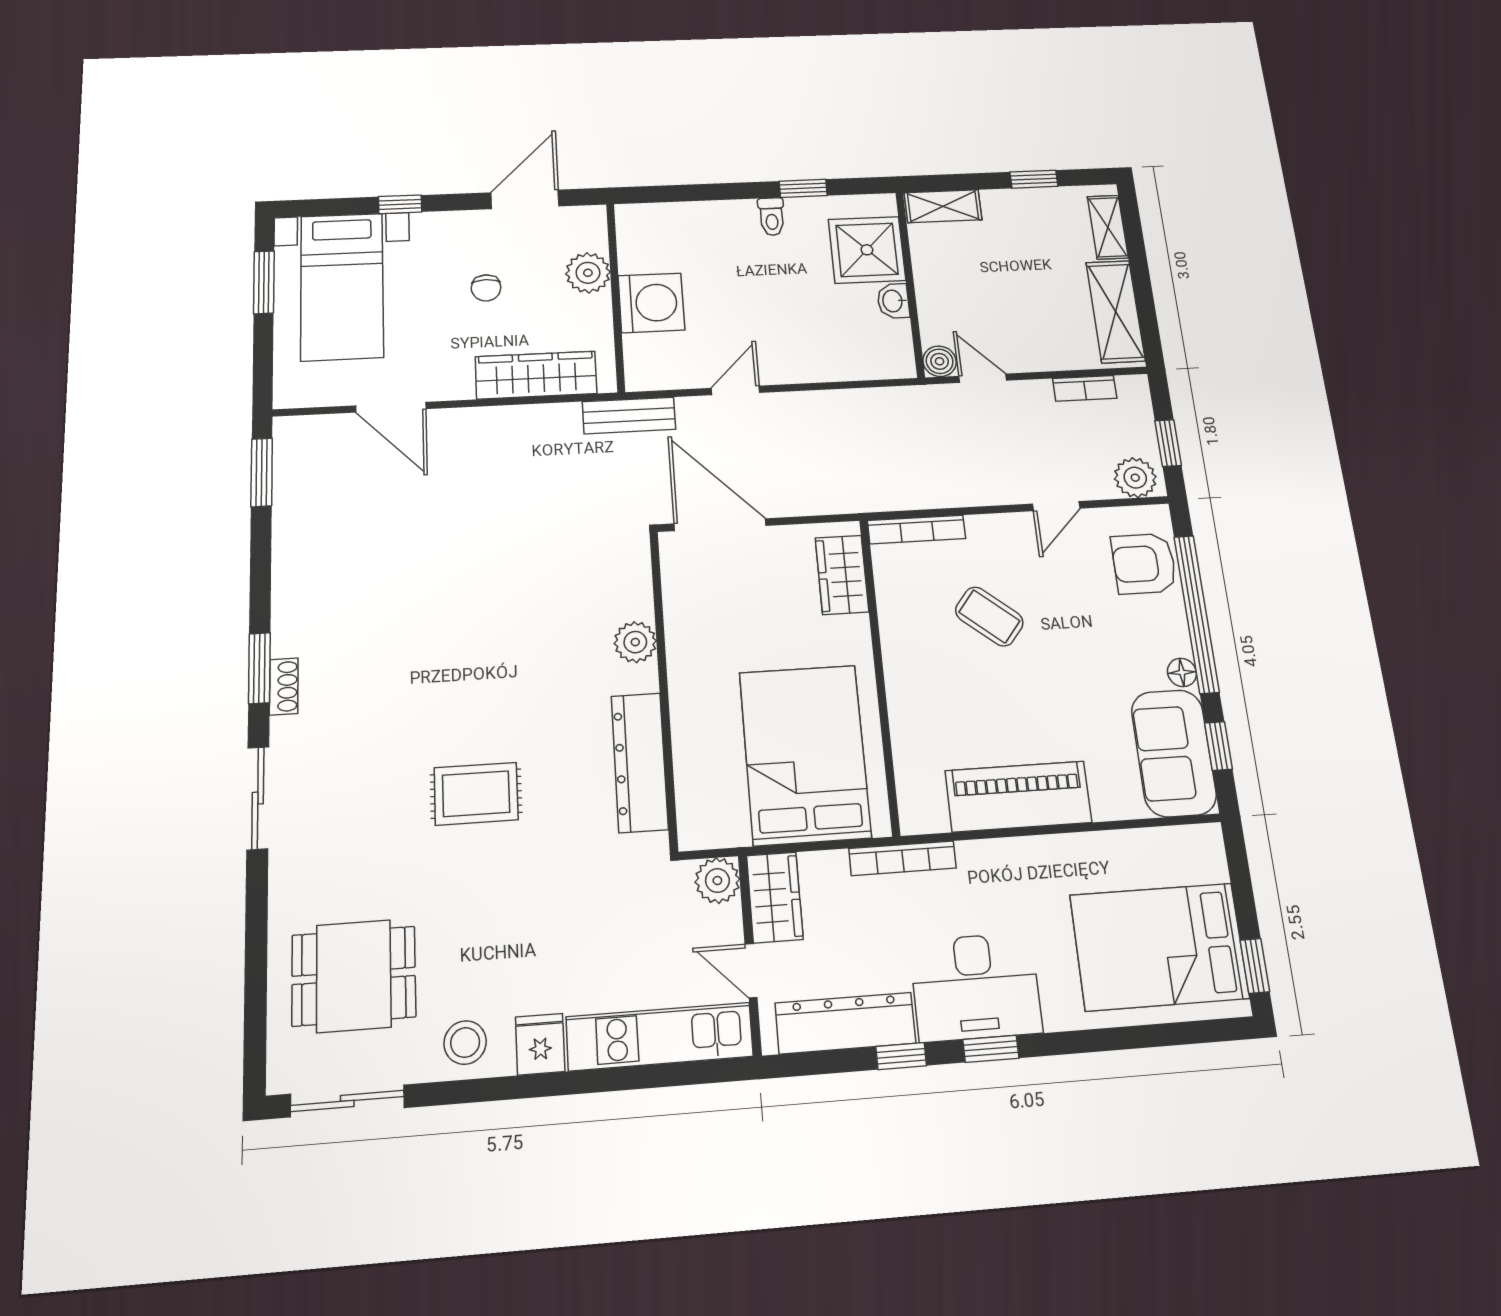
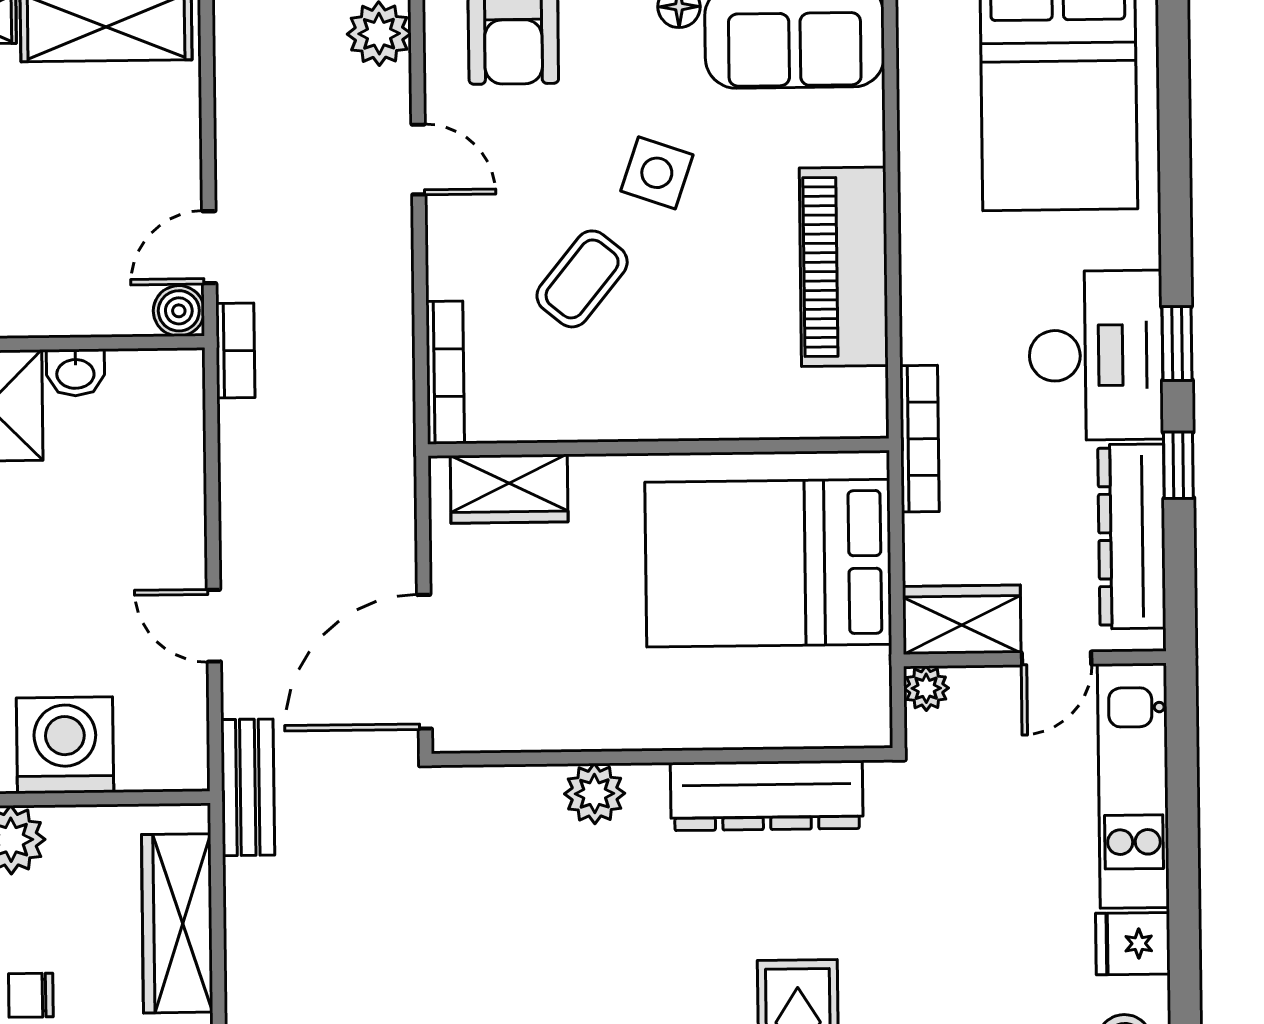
chair: (486, 288) -> (31, 995), turned 180
bookcase: (1085, 388) -> (235, 351), moved
side table: (1067, 663) -> (657, 173), added
plant: (717, 881) -> (926, 688), width x0.73, depth x0.73

